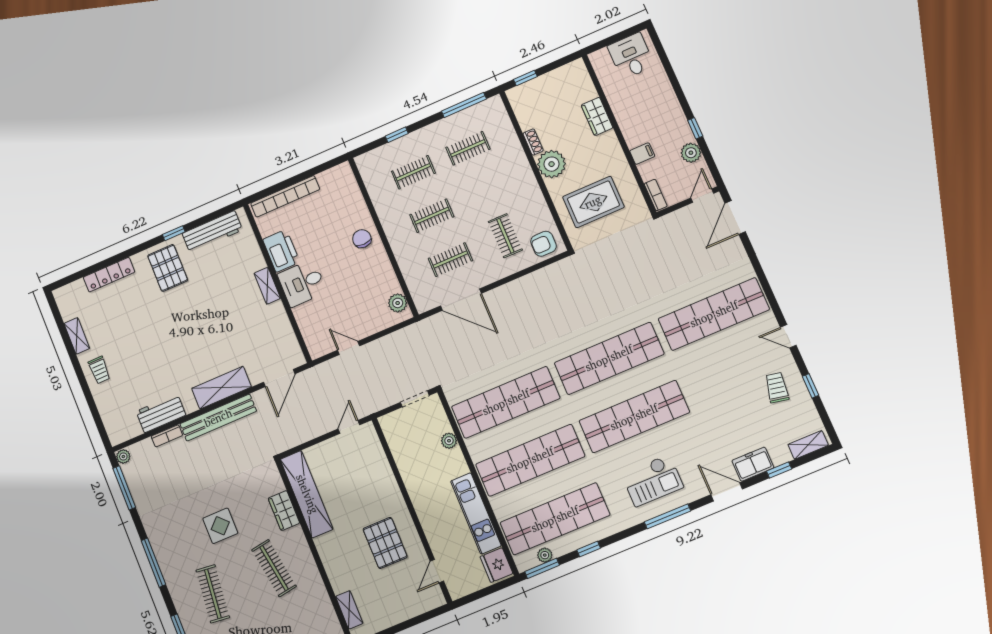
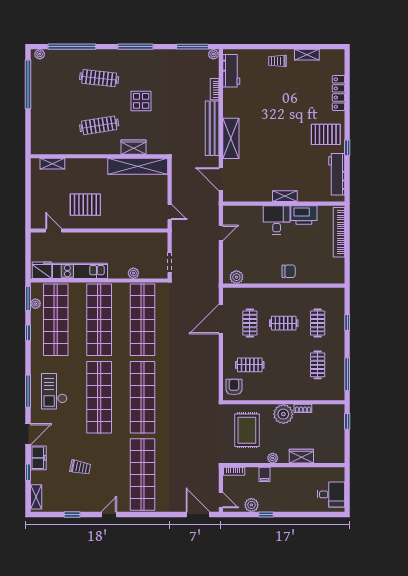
plant: (616, 152) -> (273, 458), added
clothes rail: (432, 216) -> (284, 323), turned 90
trolley: (777, 388) -> (80, 467), moved
workbench: (161, 413) -> (231, 71), moved

